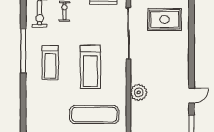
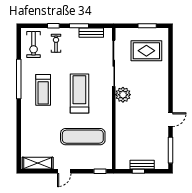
treadmill: (90, 67) -> (79, 94), turned 180
plant: (139, 92) -> (123, 95), moved

